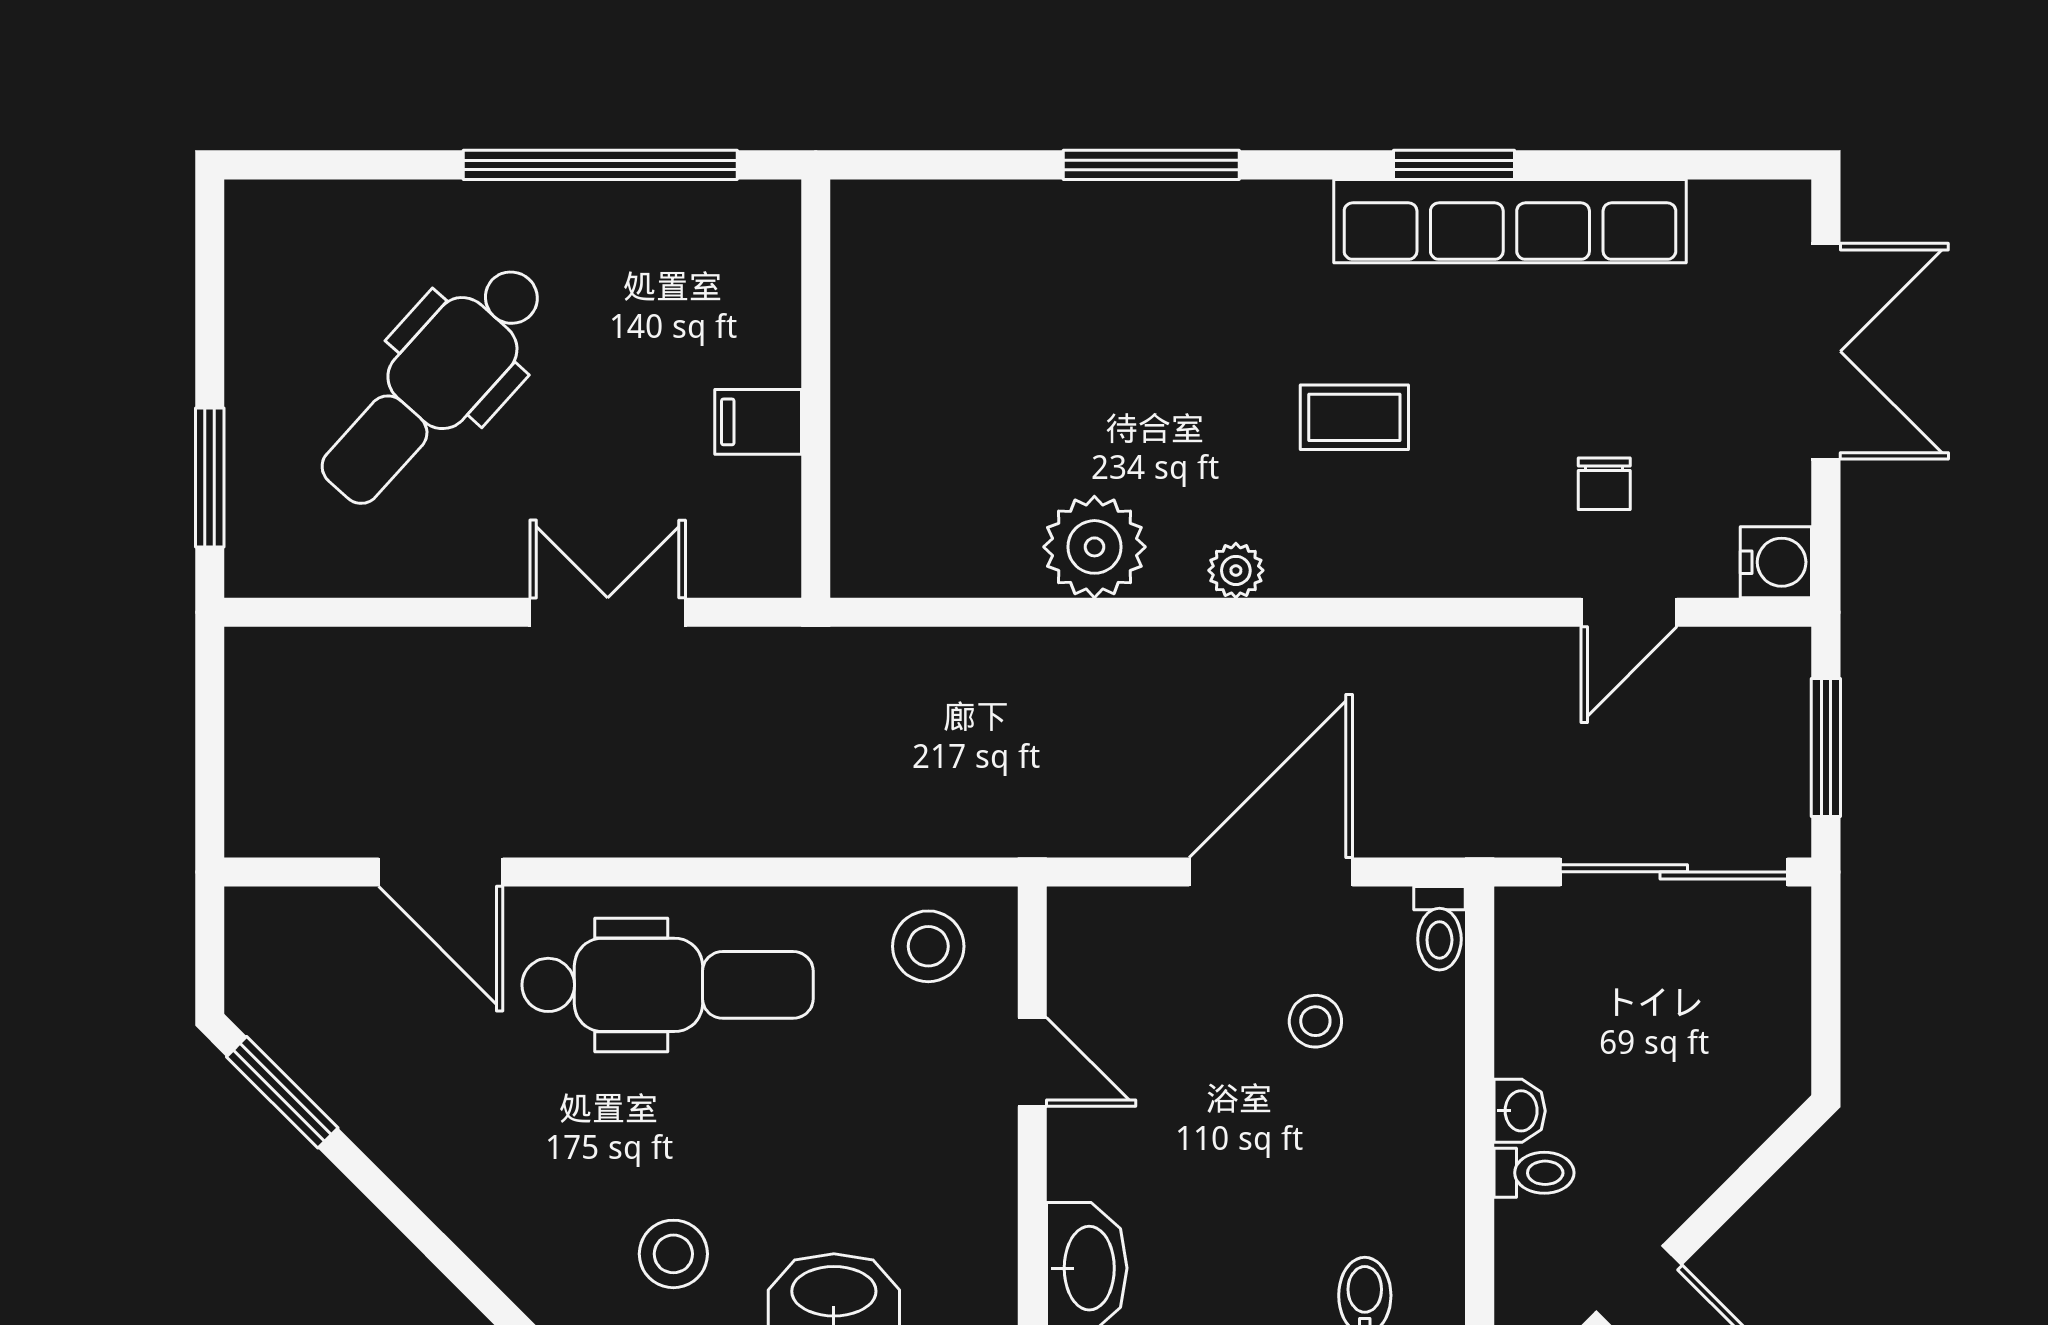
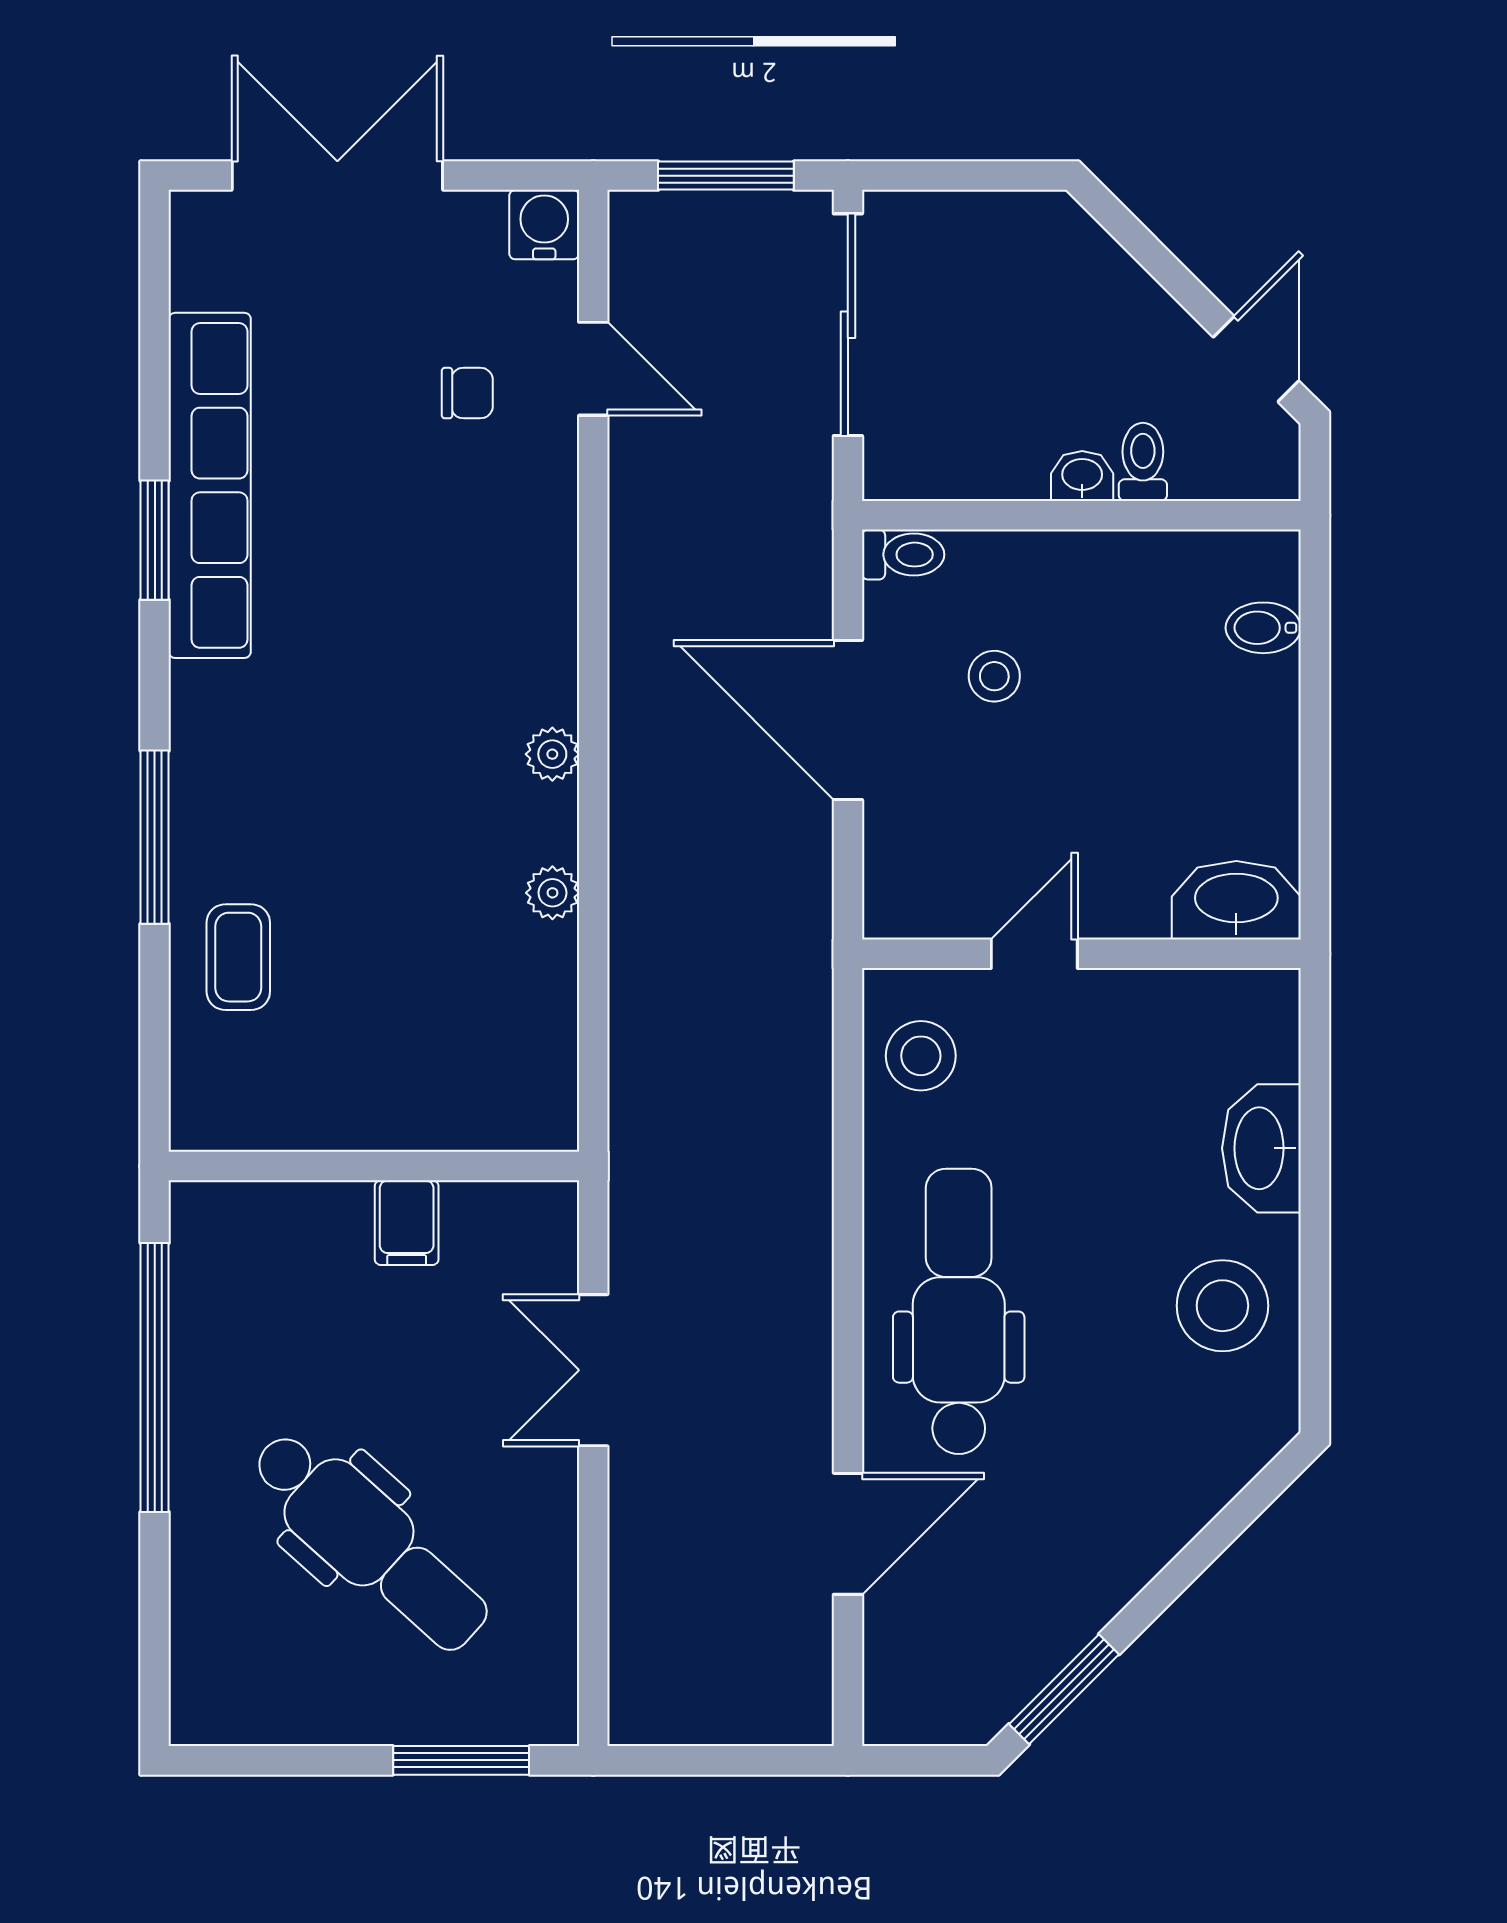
coffee table: (1354, 417) -> (238, 957), moved
plant: (1094, 547) -> (552, 893), width x0.53, depth x0.53
stool: (673, 1254) -> (1222, 1306), width x1.38, depth x1.38

